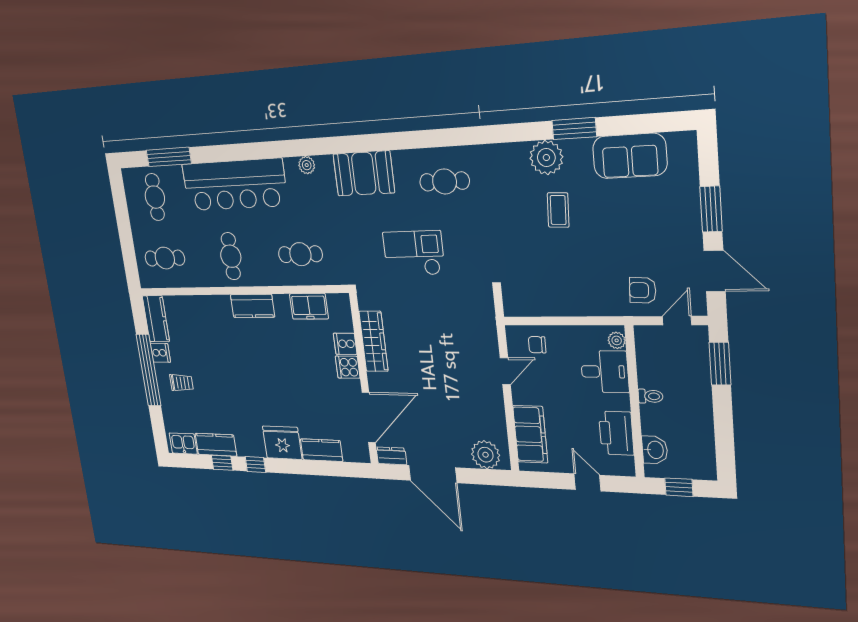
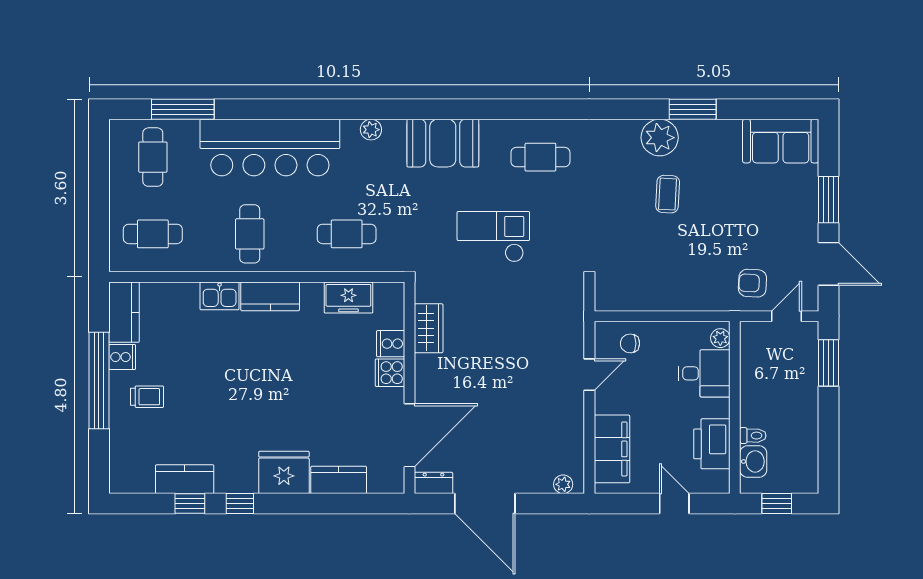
sofa: (630, 156) -> (781, 141), moved
wardrobe: (373, 341) -> (429, 328), width x0.67
toilet: (651, 396) -> (753, 436), moved
kitchen sink: (183, 443) -> (220, 296), moved, turned 180
plant: (486, 455) -> (563, 484), width x0.53, depth x0.53

